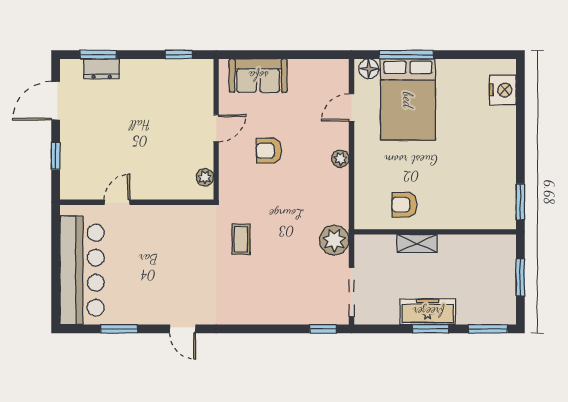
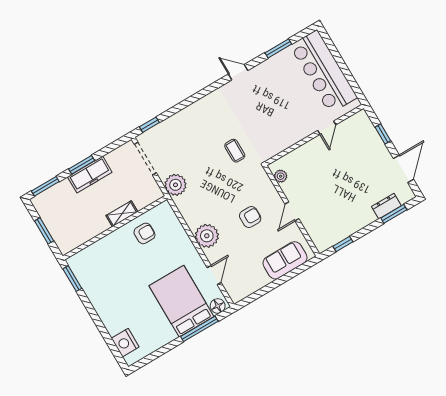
plant: (340, 159) -> (207, 236), width x1.87, depth x1.87

